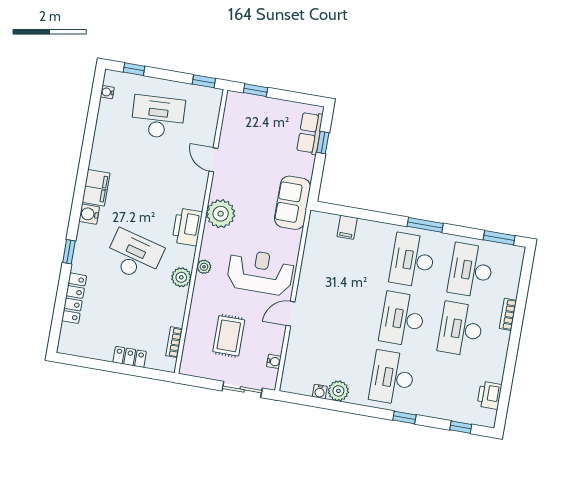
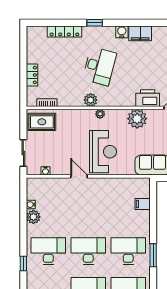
printer: (187, 227) -> (148, 98), moved
rug: (229, 336) -> (42, 122), moved

